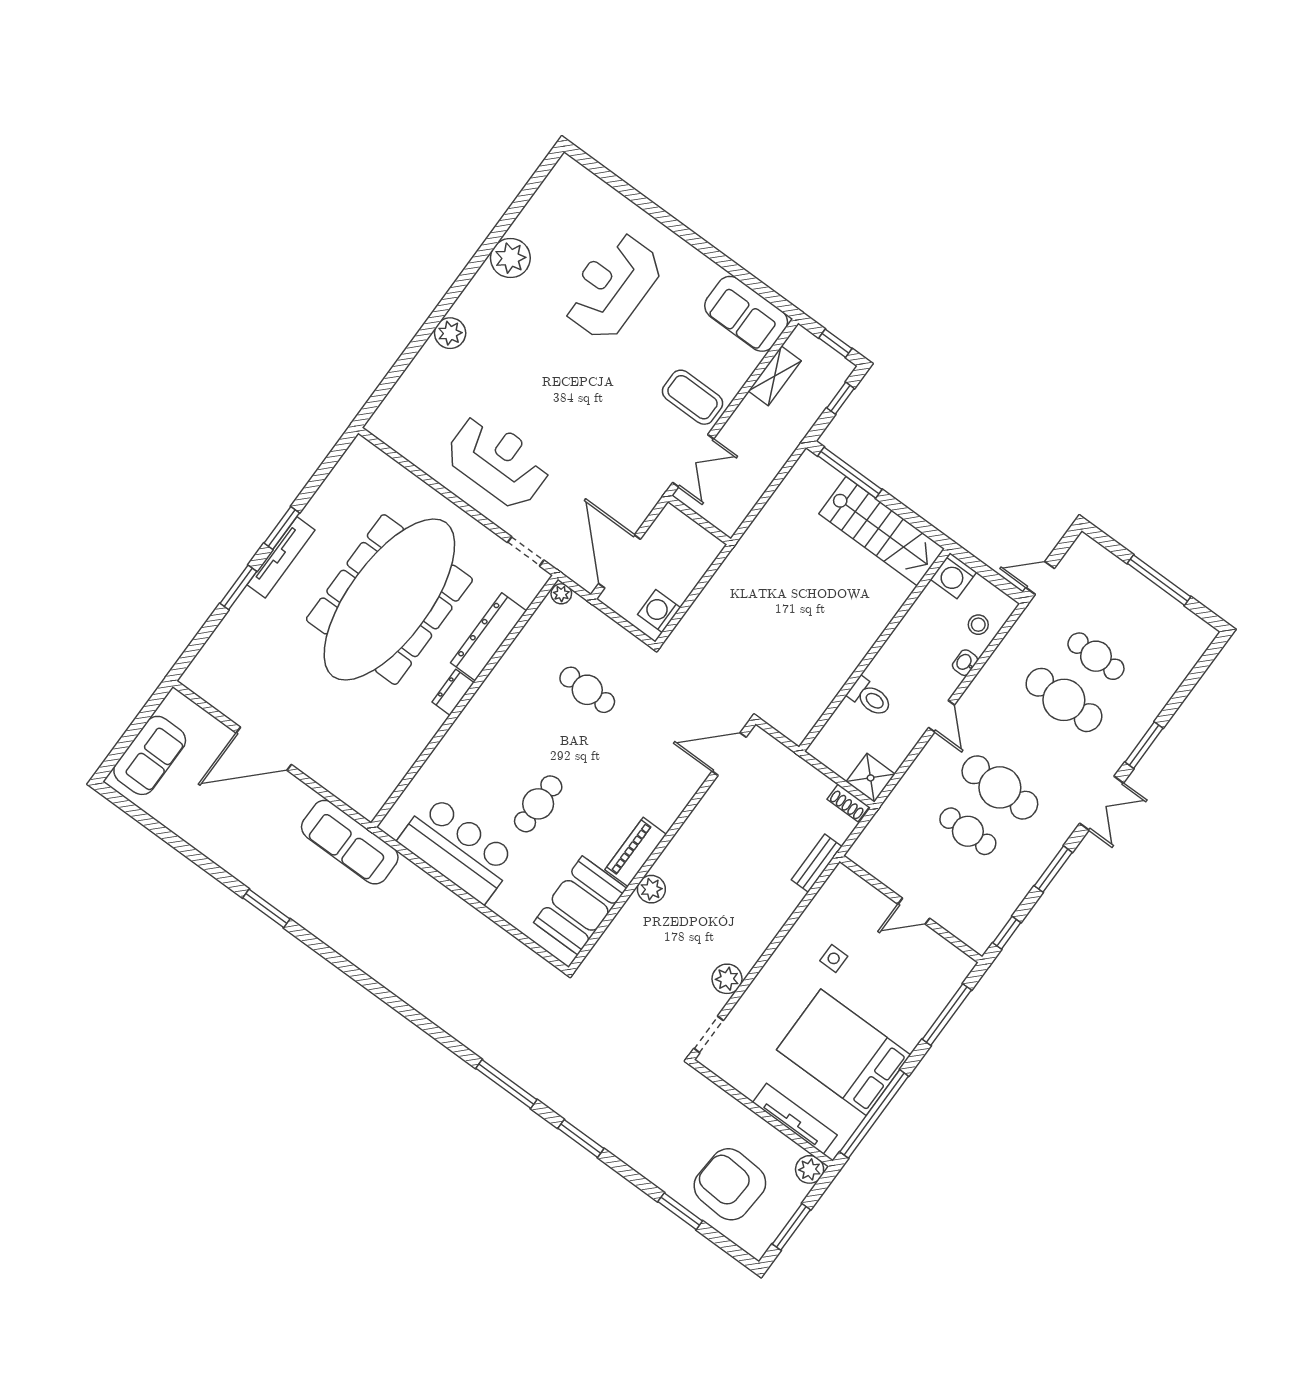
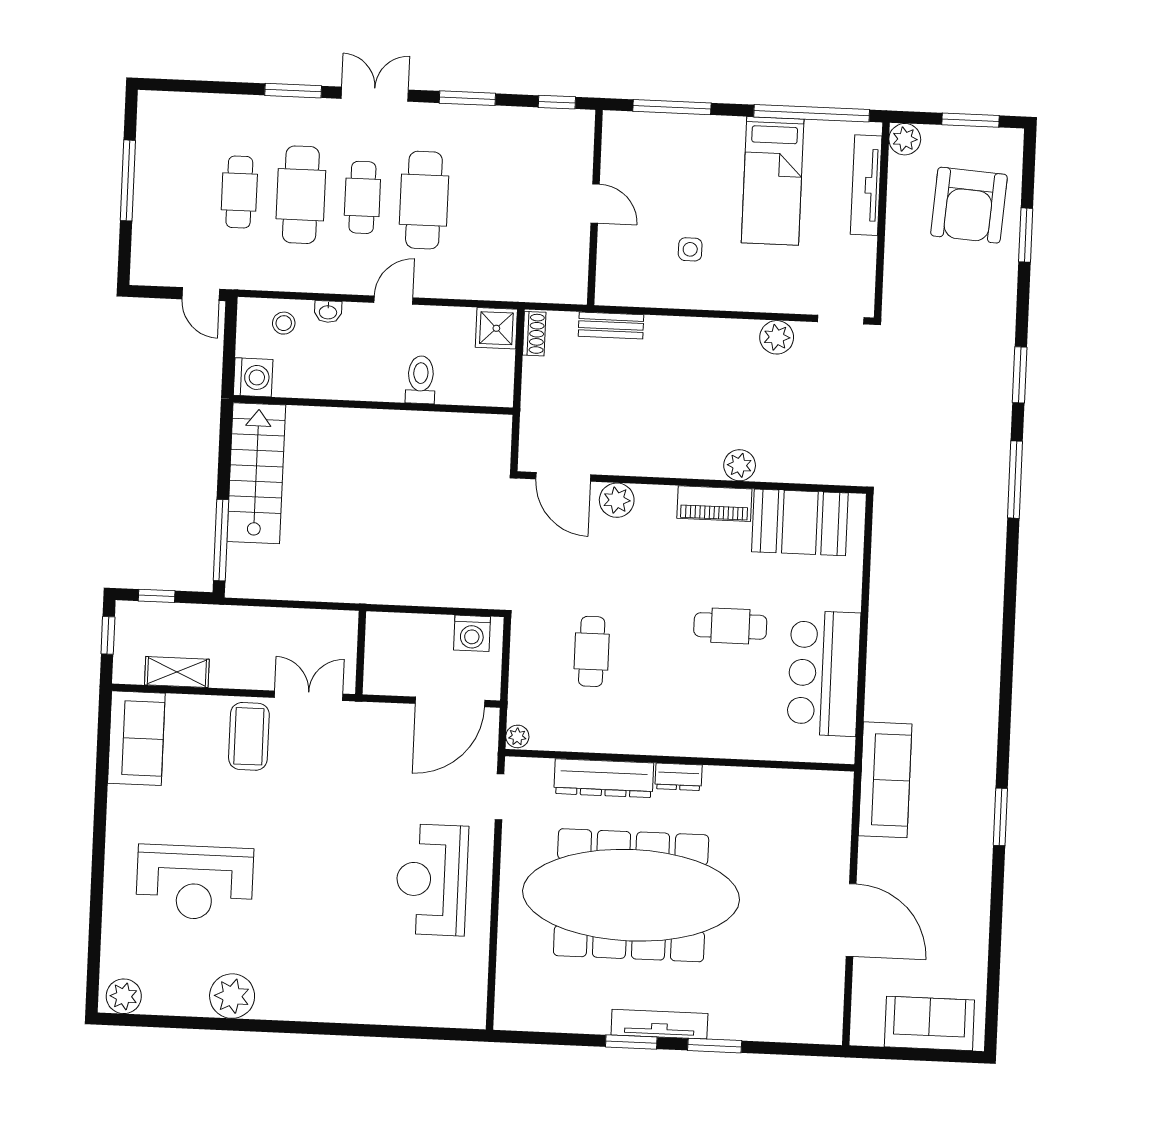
plant: (450, 333) -> (124, 996), moved
plant: (686, 782) -> (617, 500), added
cafe table: (968, 831) -> (362, 197), moved
bed: (844, 1052) -> (773, 181), width x0.67

